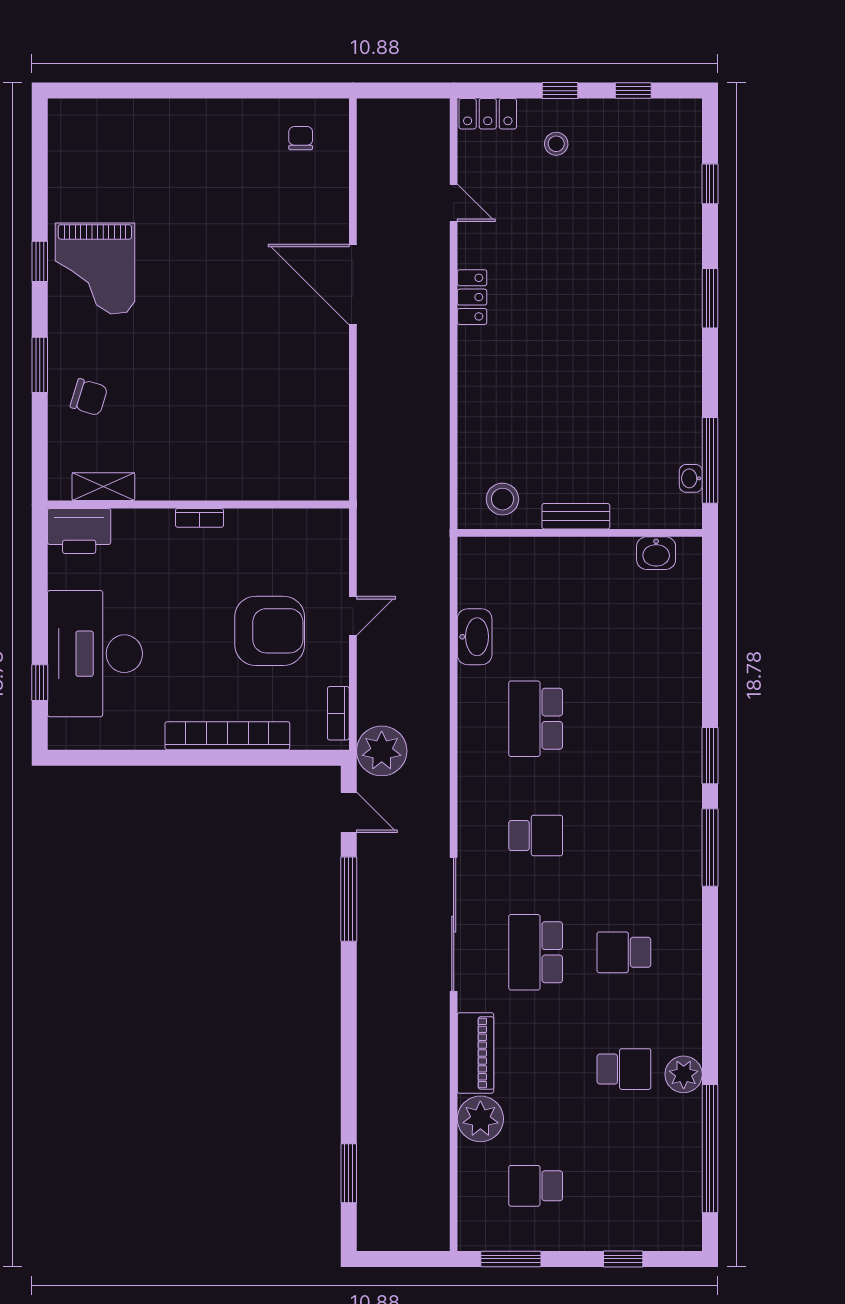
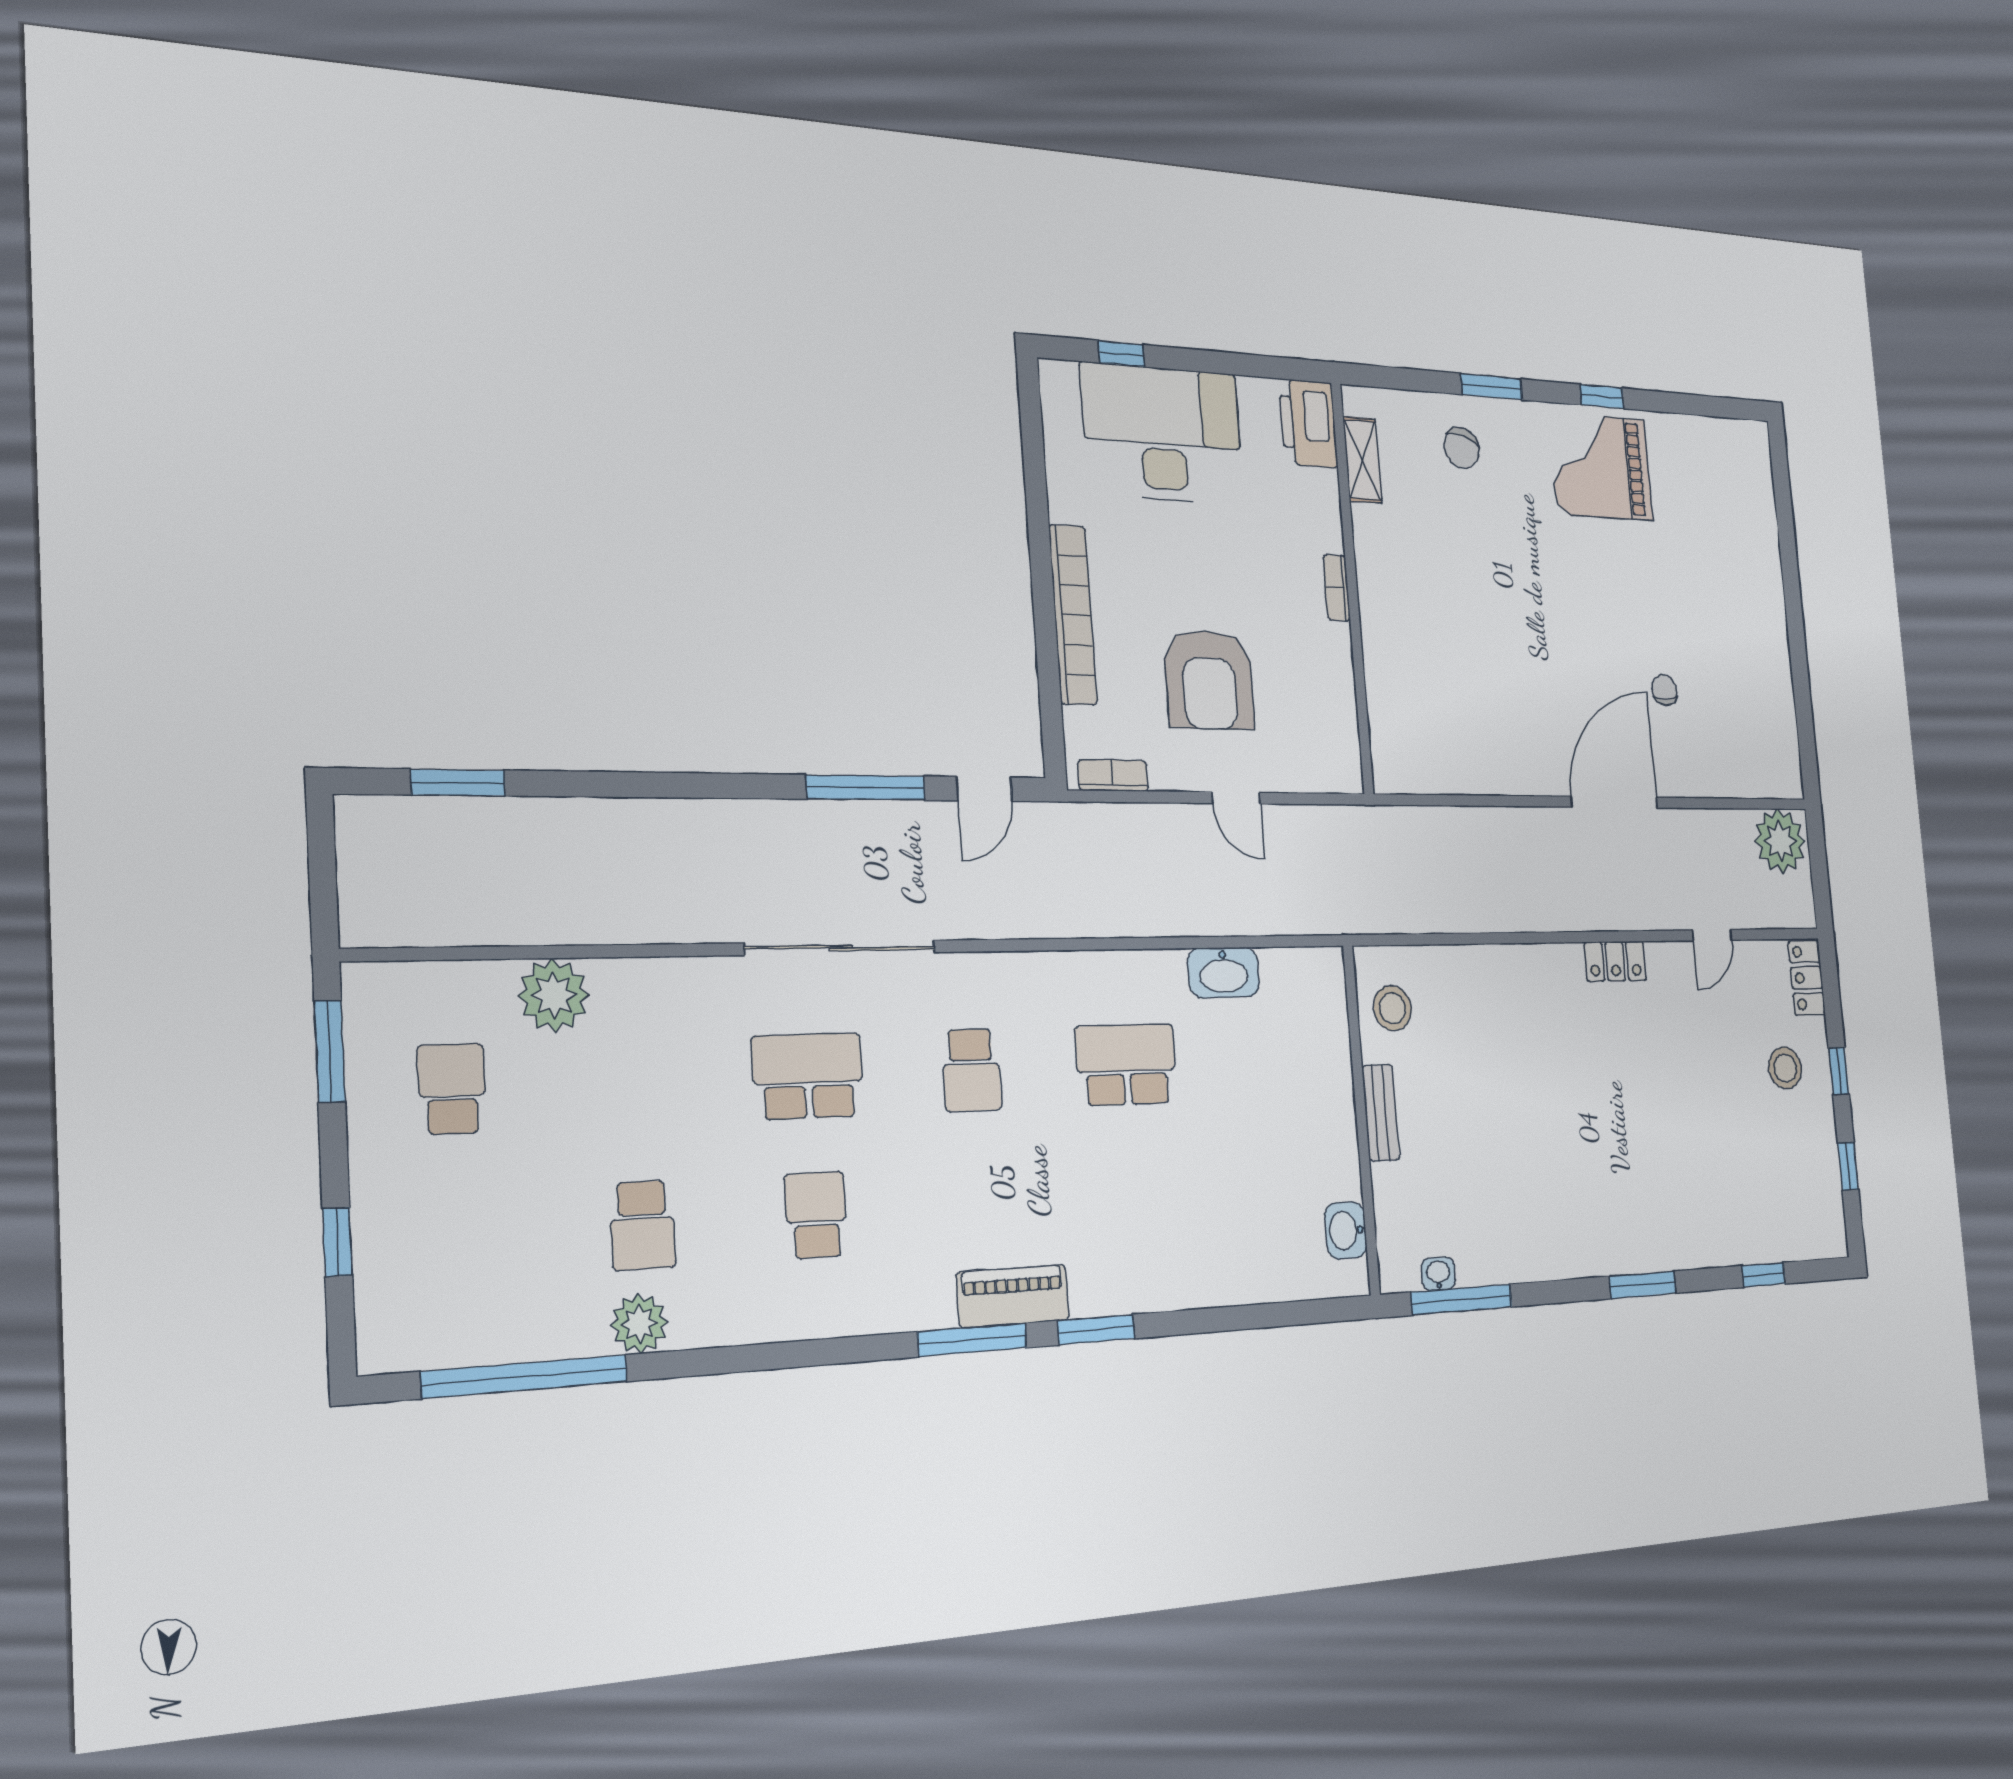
chair: (301, 138) -> (1664, 690), moved, turned -90
stool: (556, 144) -> (1785, 1068), width x1.37, depth x1.37
plant: (382, 751) -> (1780, 841), moved
piano: (476, 1053) -> (1013, 1296), moved, turned 180

